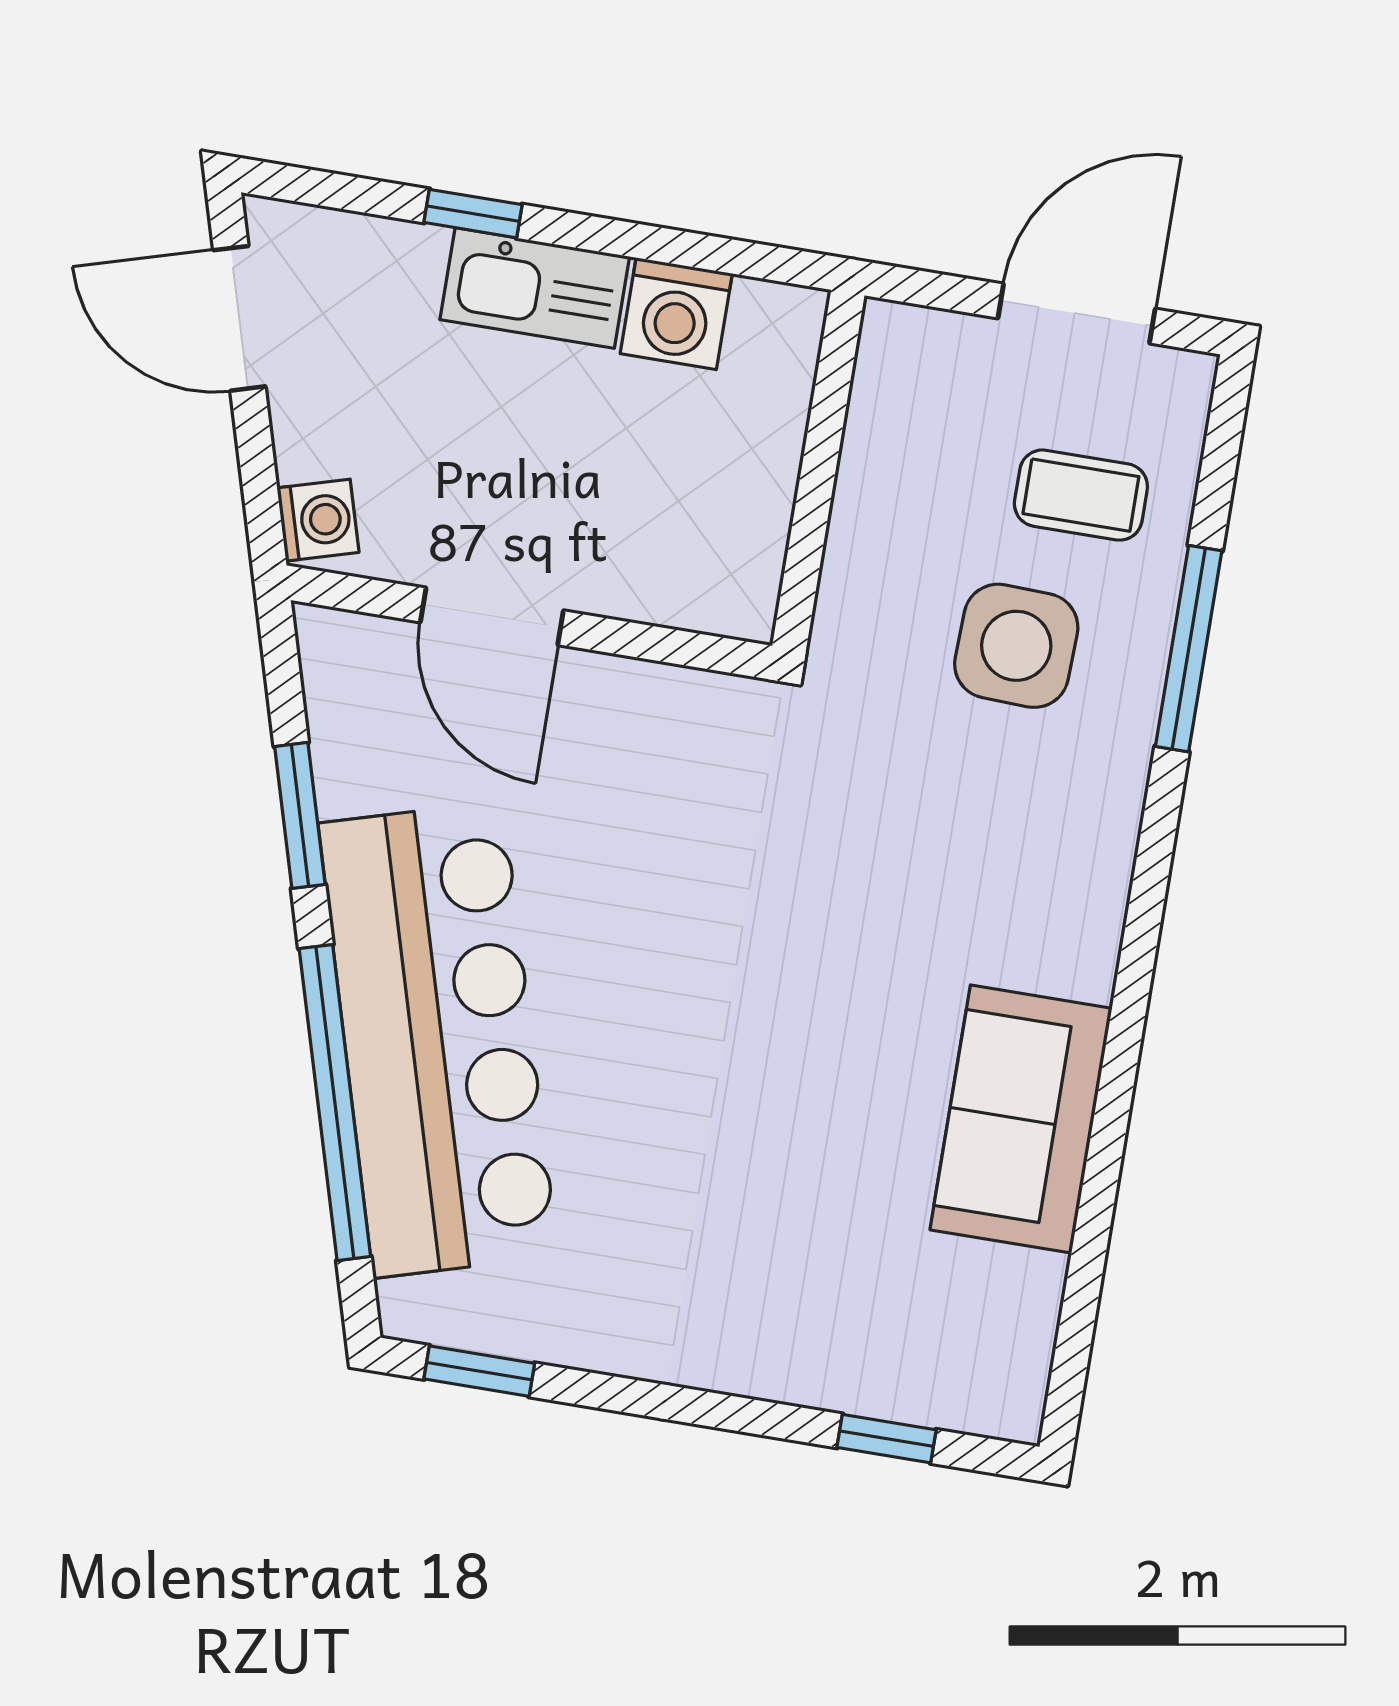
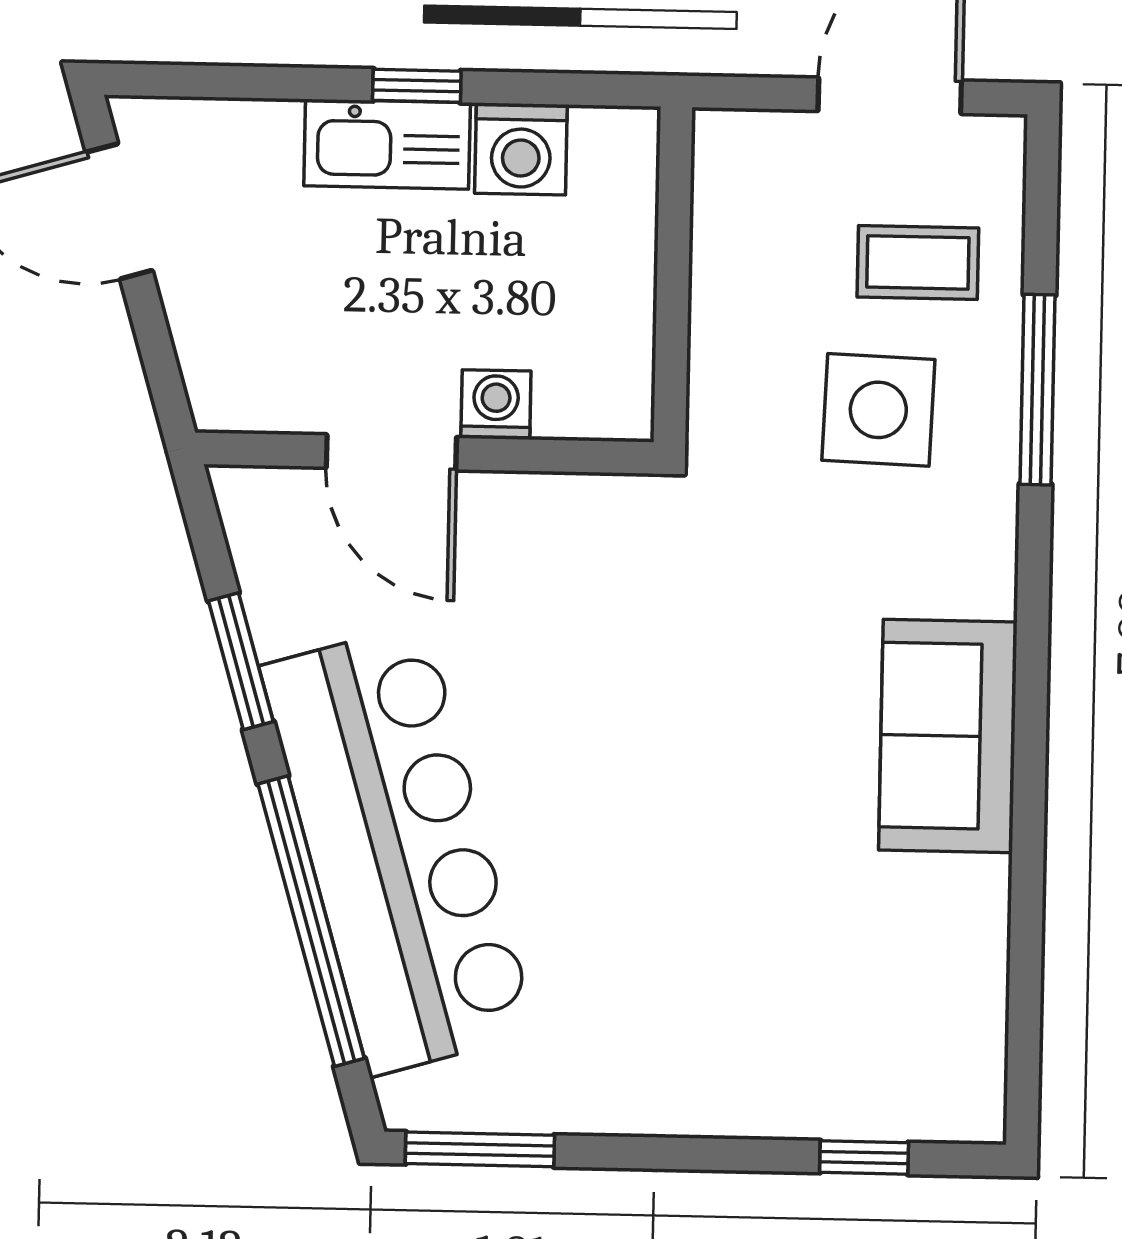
window: (473, 214) -> (417, 86), moved
washing machine: (318, 520) -> (496, 405), moved, turned -74
sofa: (1021, 1119) -> (948, 736), moved
window: (479, 1371) -> (480, 1149), width x1.50

